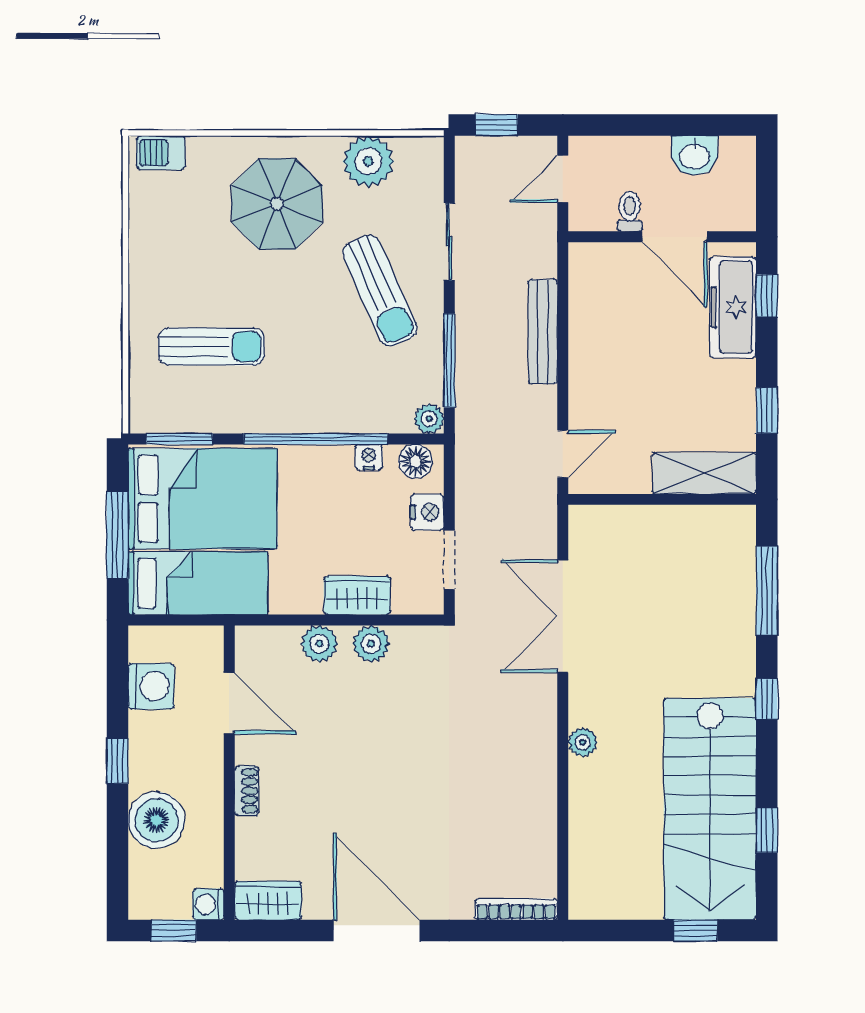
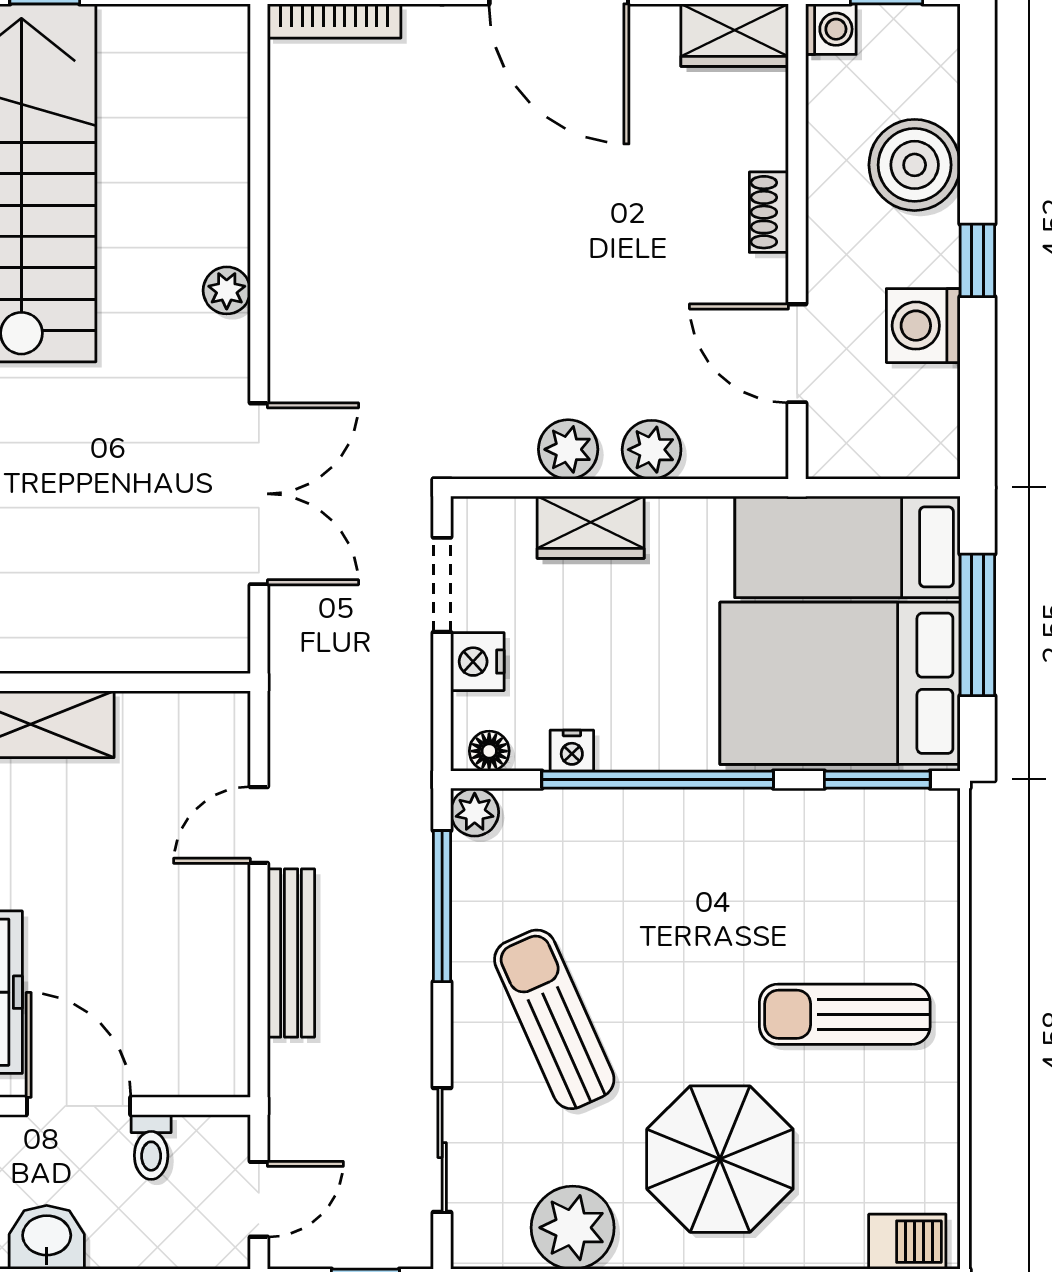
sliding door: (449, 242) -> (442, 1150), moved
sun lounger: (211, 347) -> (845, 1014), moved
door: (563, 454) -> (259, 825), moved
floor lamp: (415, 461) -> (489, 751), width x0.73, depth x0.73
washing machine: (151, 686) -> (923, 326), moved

